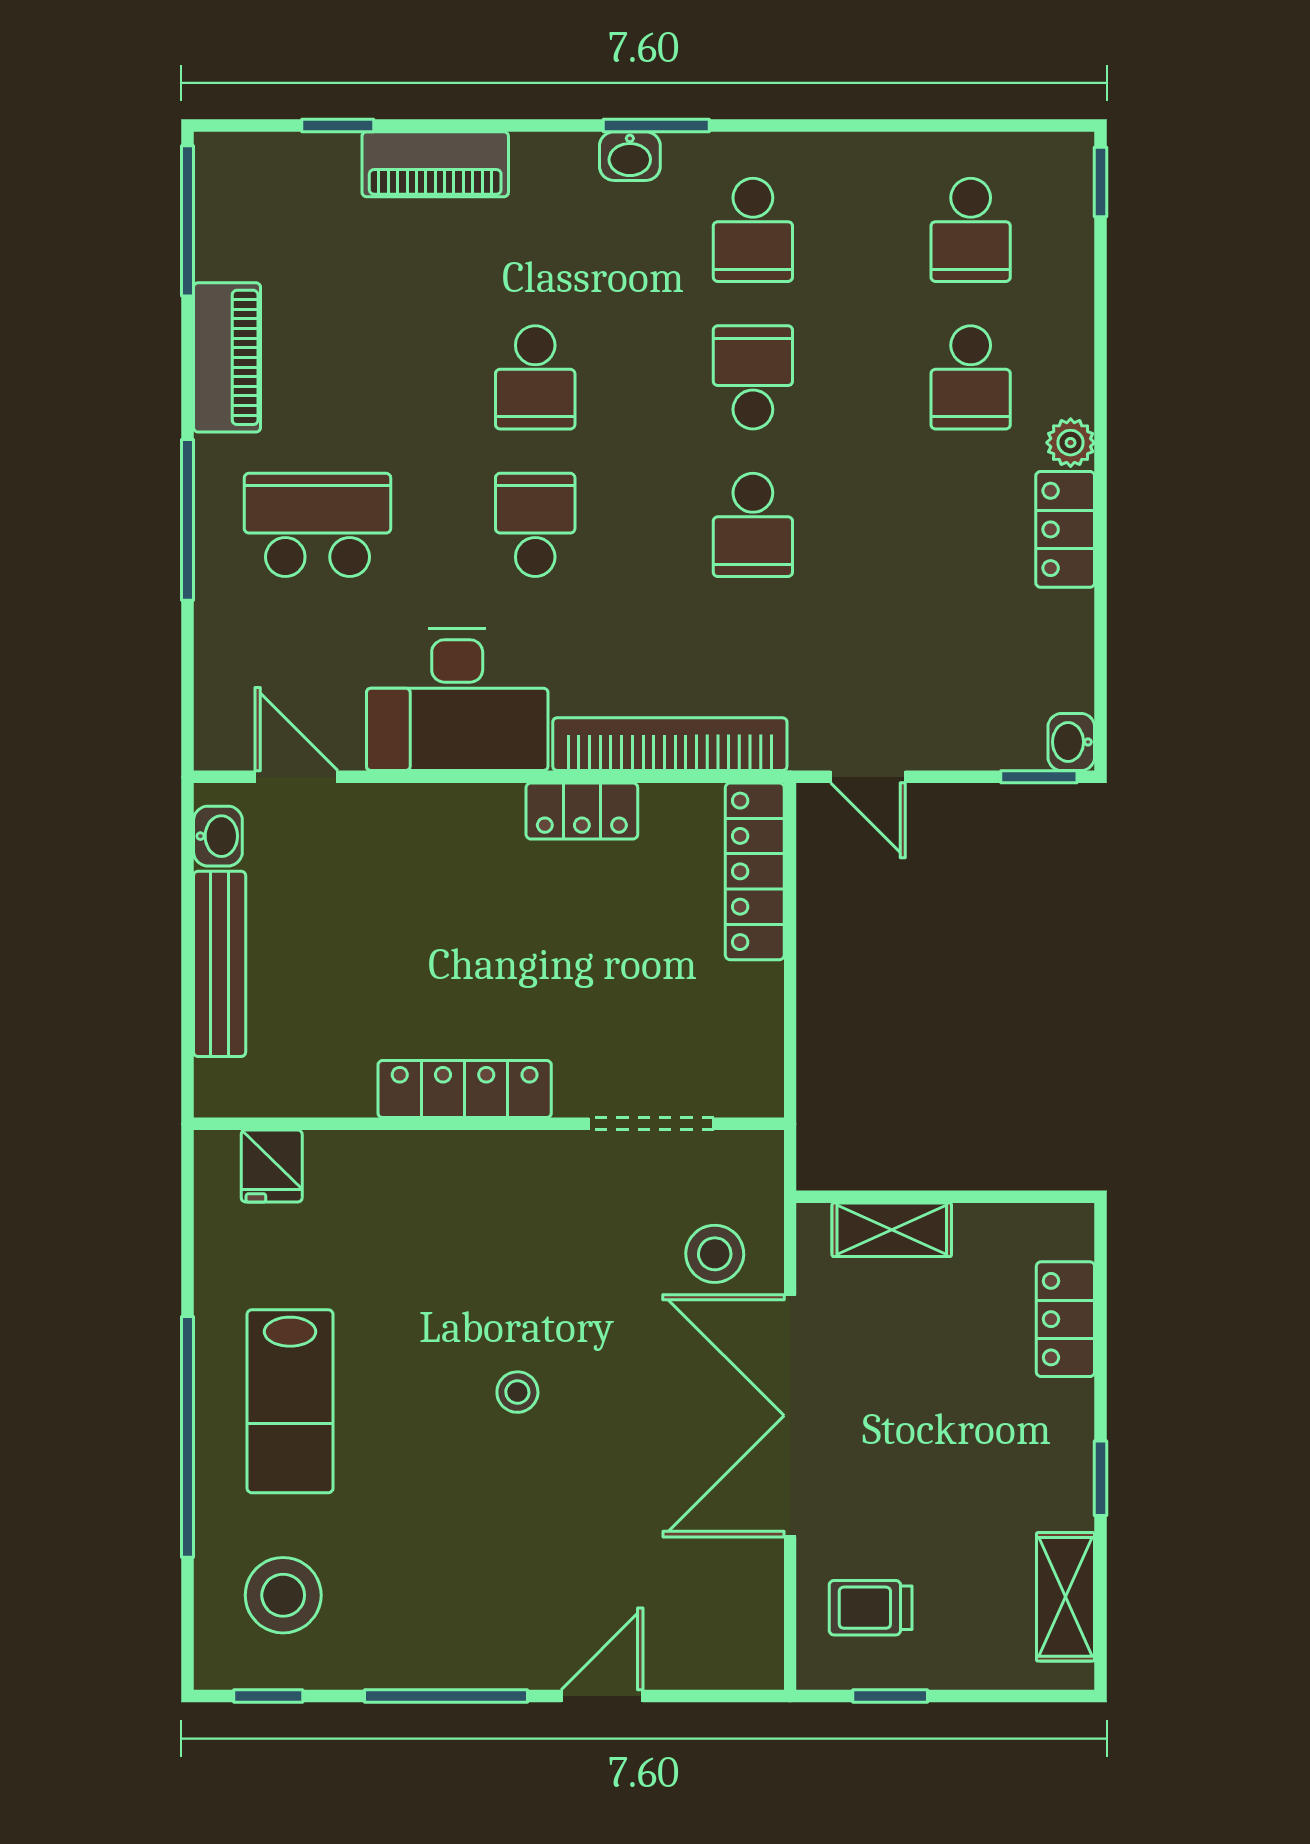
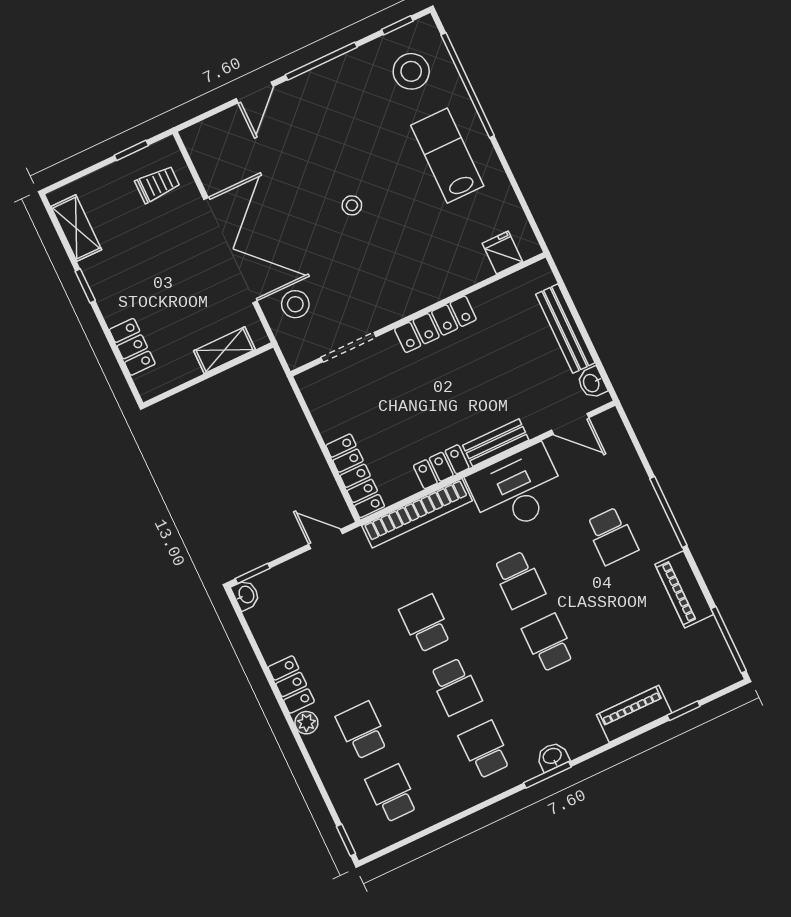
school desk: (317, 525) -> (612, 536), width x0.54
bench: (456, 808) -> (496, 443), added
window: (188, 1437) -> (468, 85), moved

